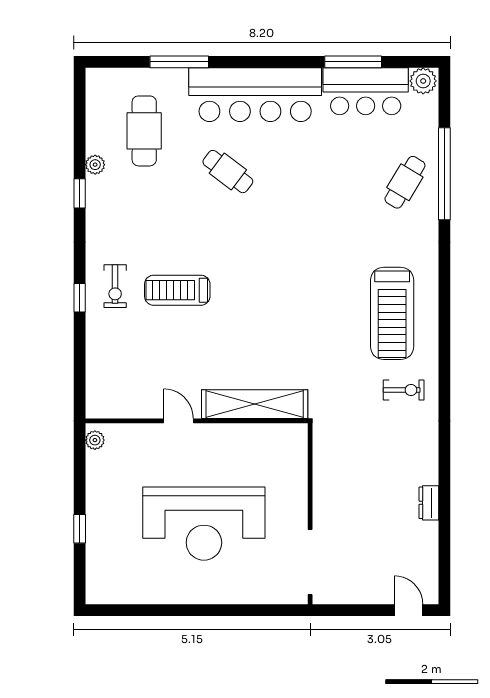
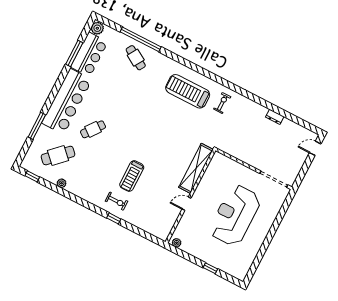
cafe table: (144, 131) -> (58, 156), turned -44
window: (80, 193) -> (32, 176), moved
treadmill: (392, 313) -> (188, 91), turned 180
reception desk: (204, 524) -> (235, 215), turned 180

